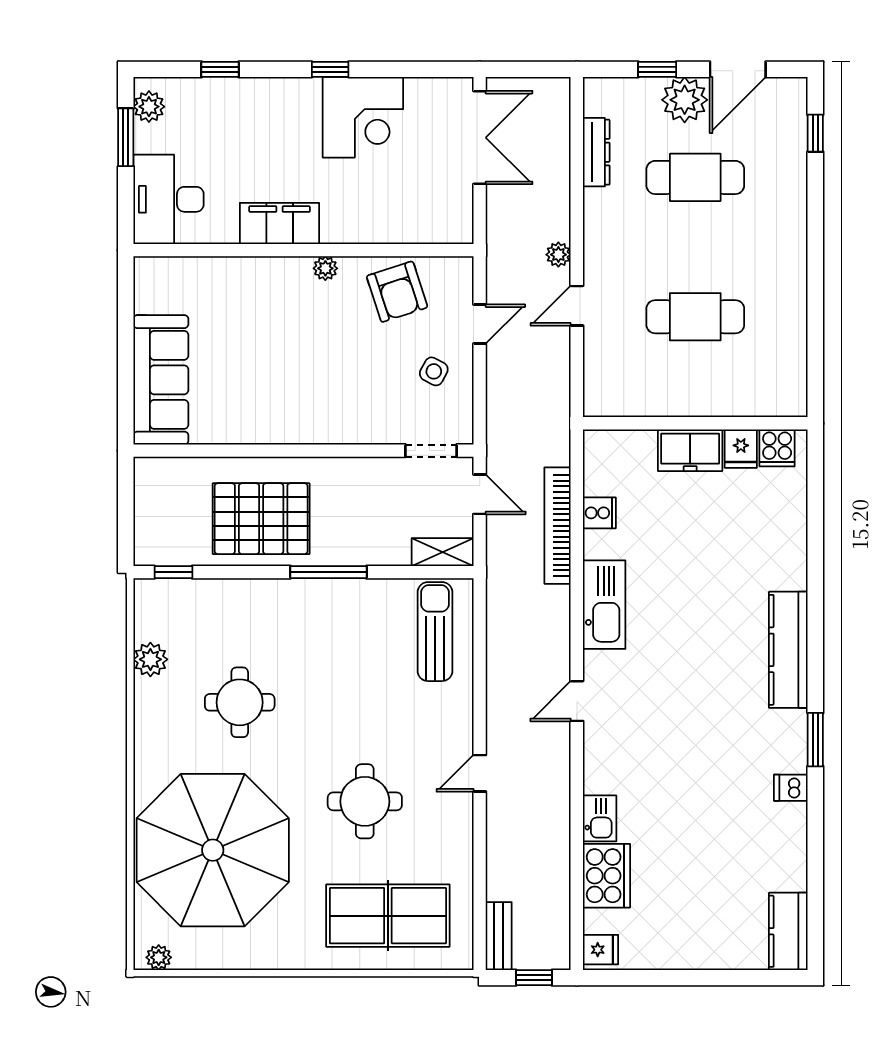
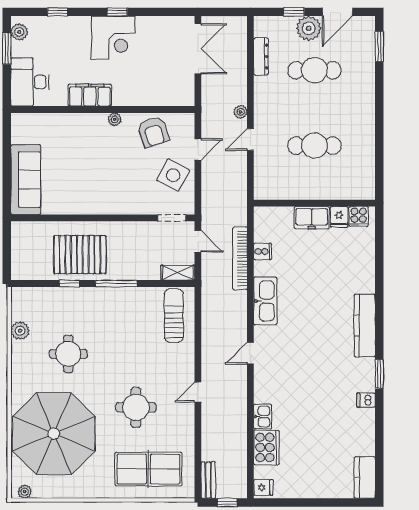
corner desk: (363, 117) -> (113, 38), moved
window: (815, 133) -> (379, 46), width x1.50
side table: (434, 371) -> (173, 175), width x1.87, depth x1.87
window: (173, 572) -> (69, 283), moved

